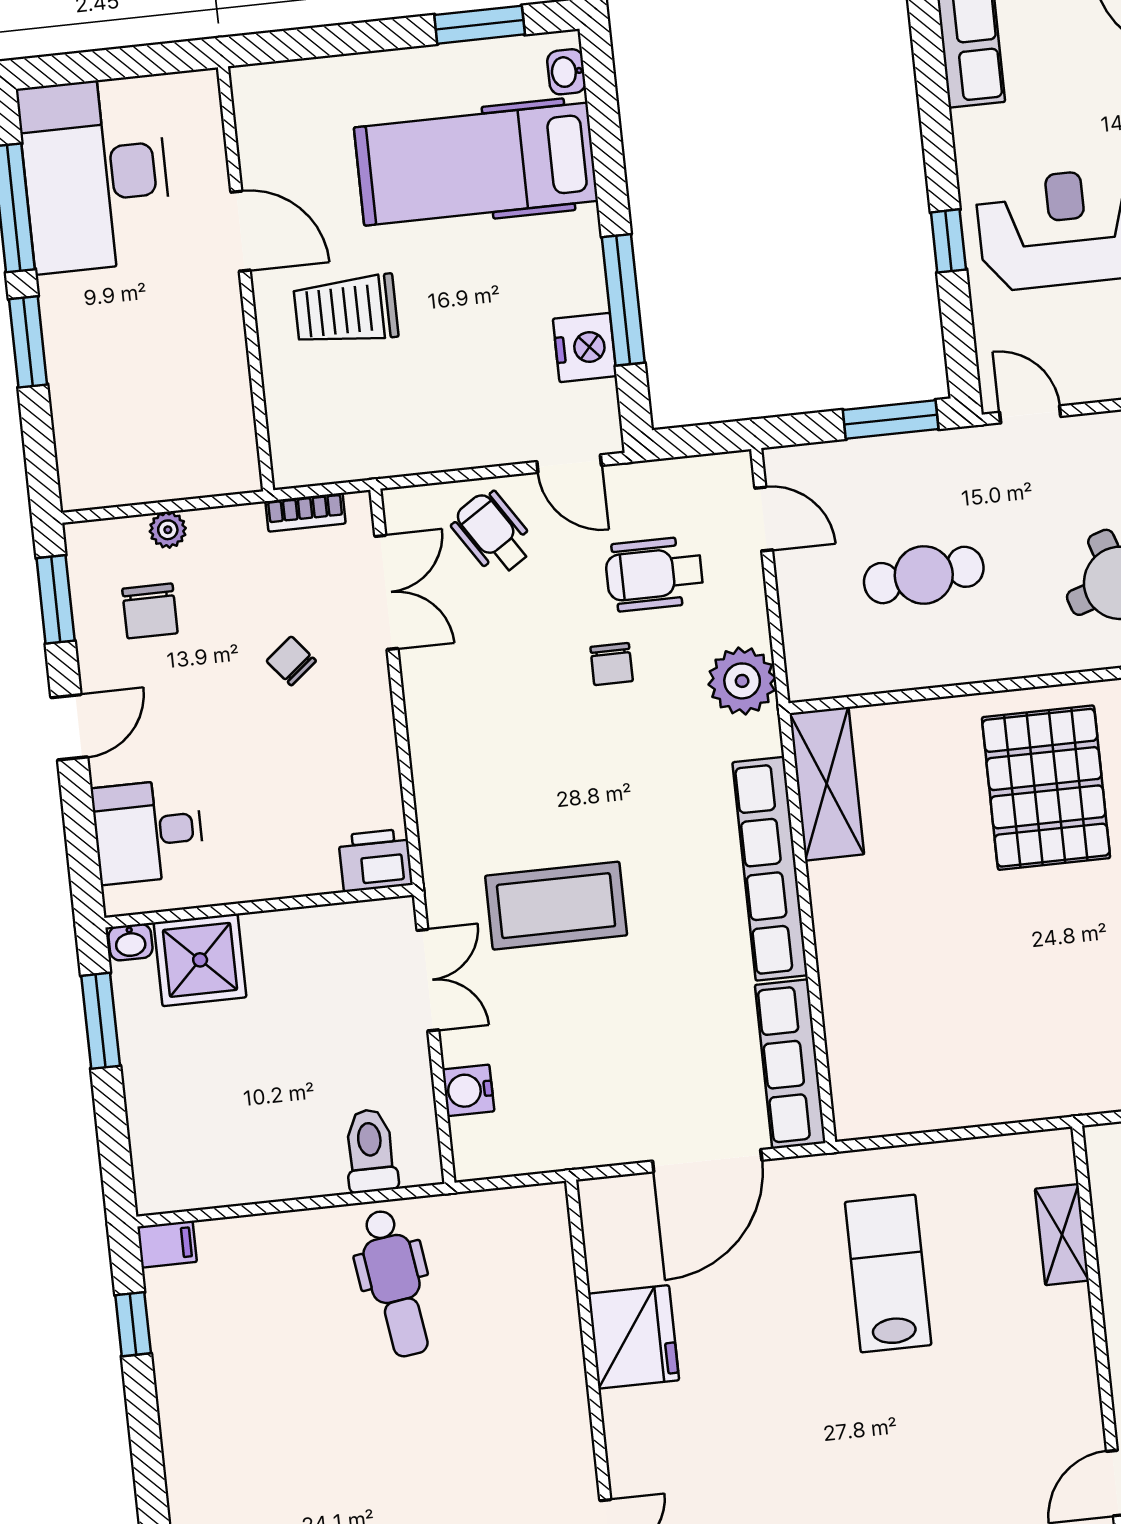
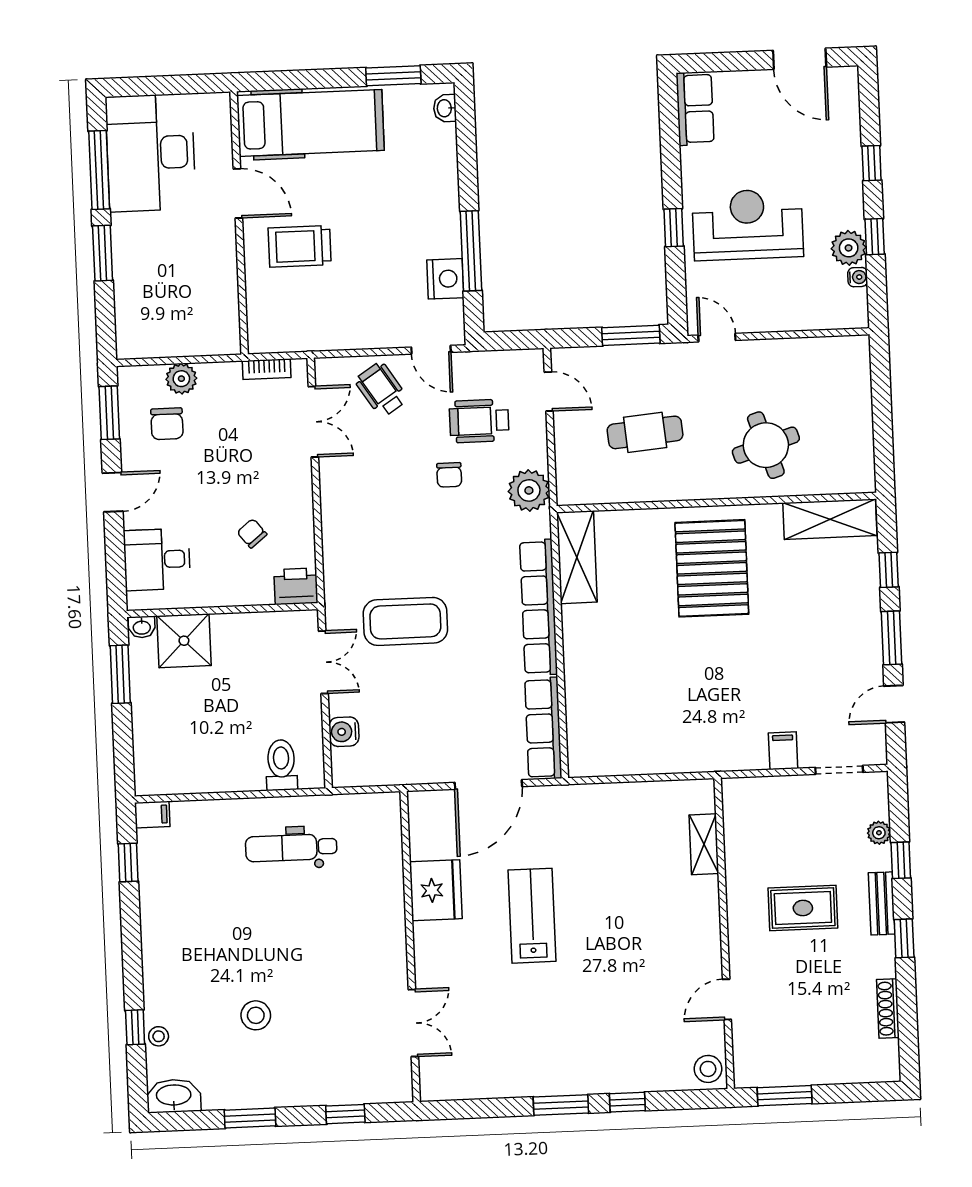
hospital bed: (476, 164) -> (310, 123), moved, turned 180
plant: (168, 530) -> (181, 379), width x1.38, depth x1.38
chair: (291, 661) -> (252, 533), moved
lab bench: (888, 1273) -> (532, 916), moved
dental chair: (395, 1283) -> (291, 848), turned 98

